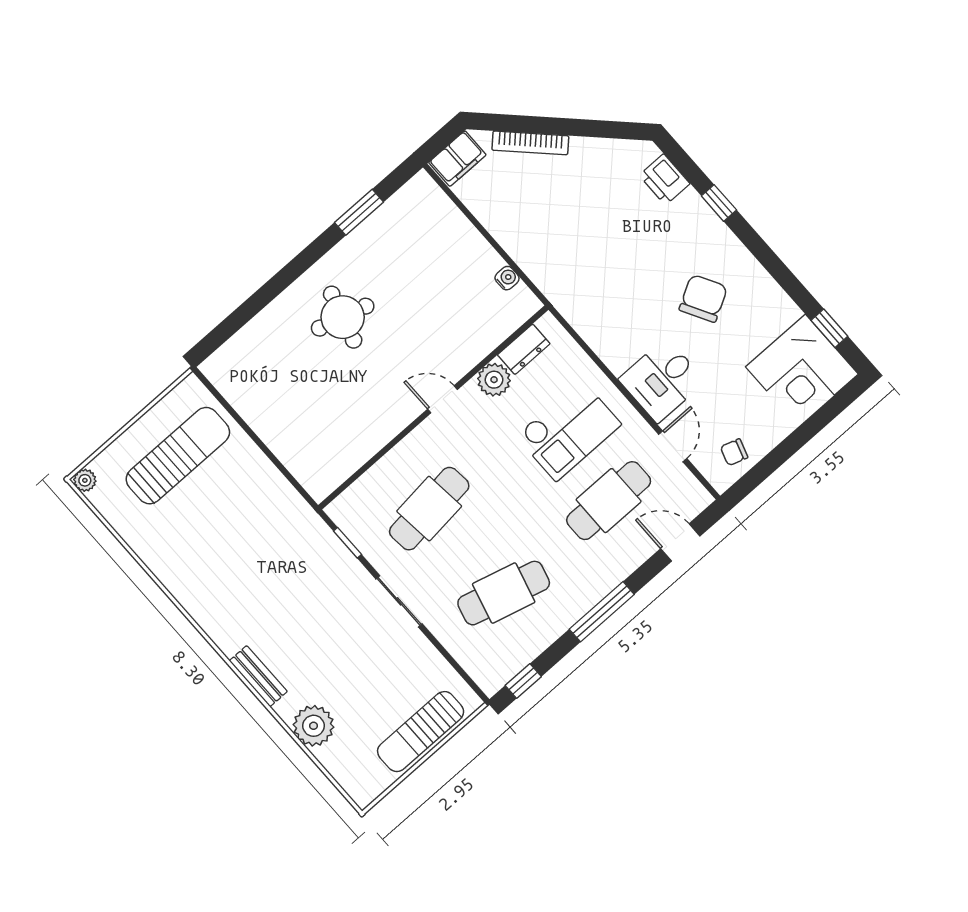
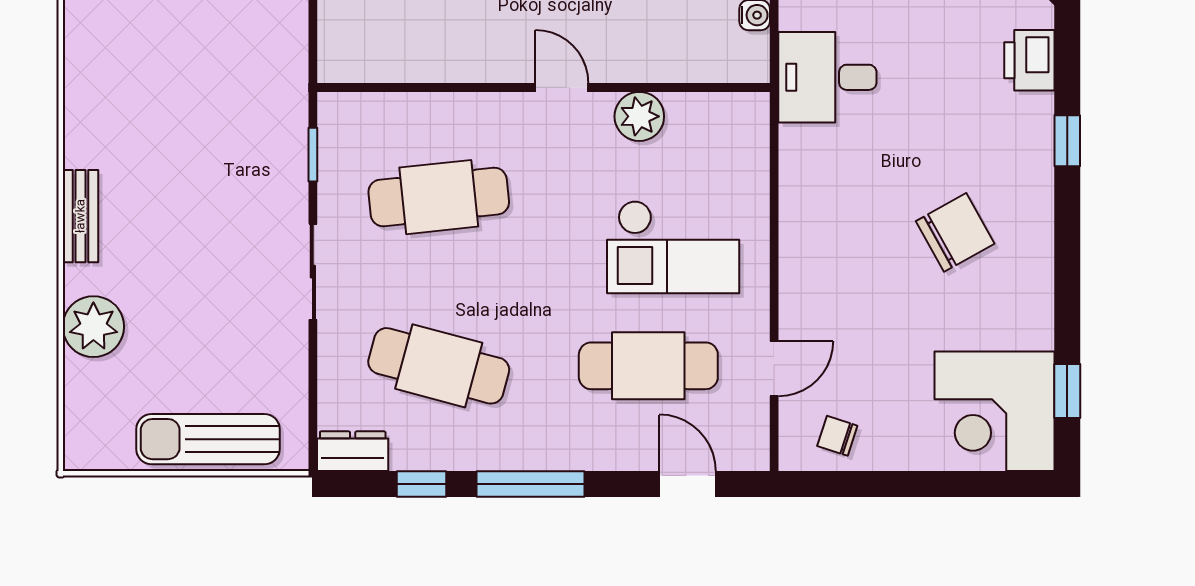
dresser: (524, 349) -> (353, 451), moved, turned 180
desk: (662, 380) -> (827, 77), moved
window: (523, 681) -> (421, 484), moved

